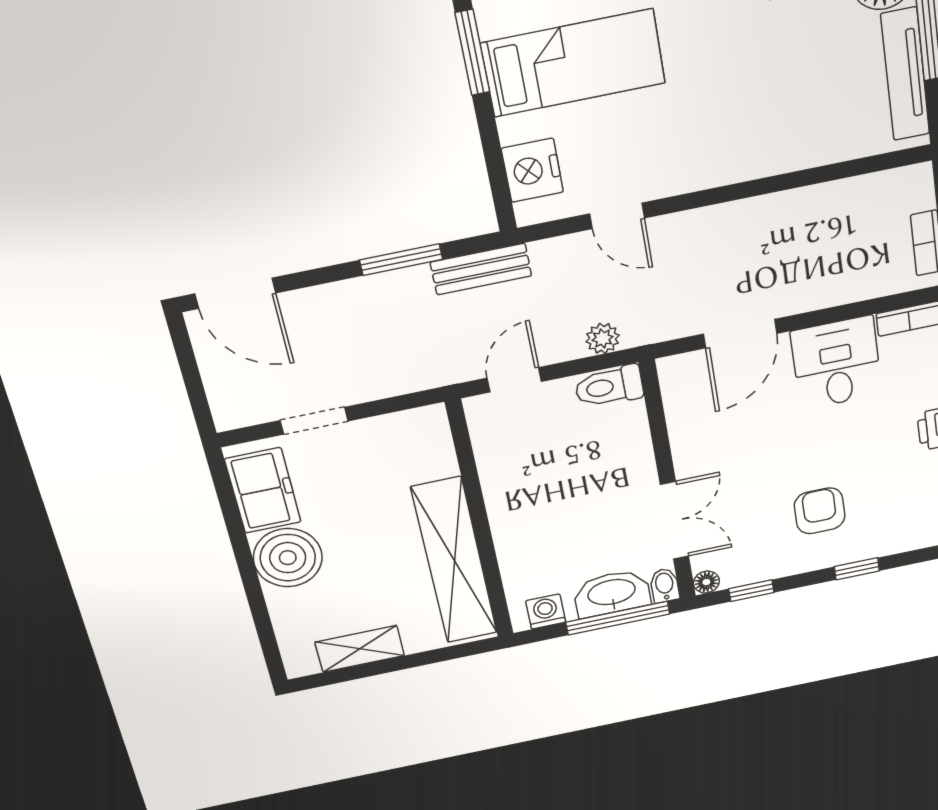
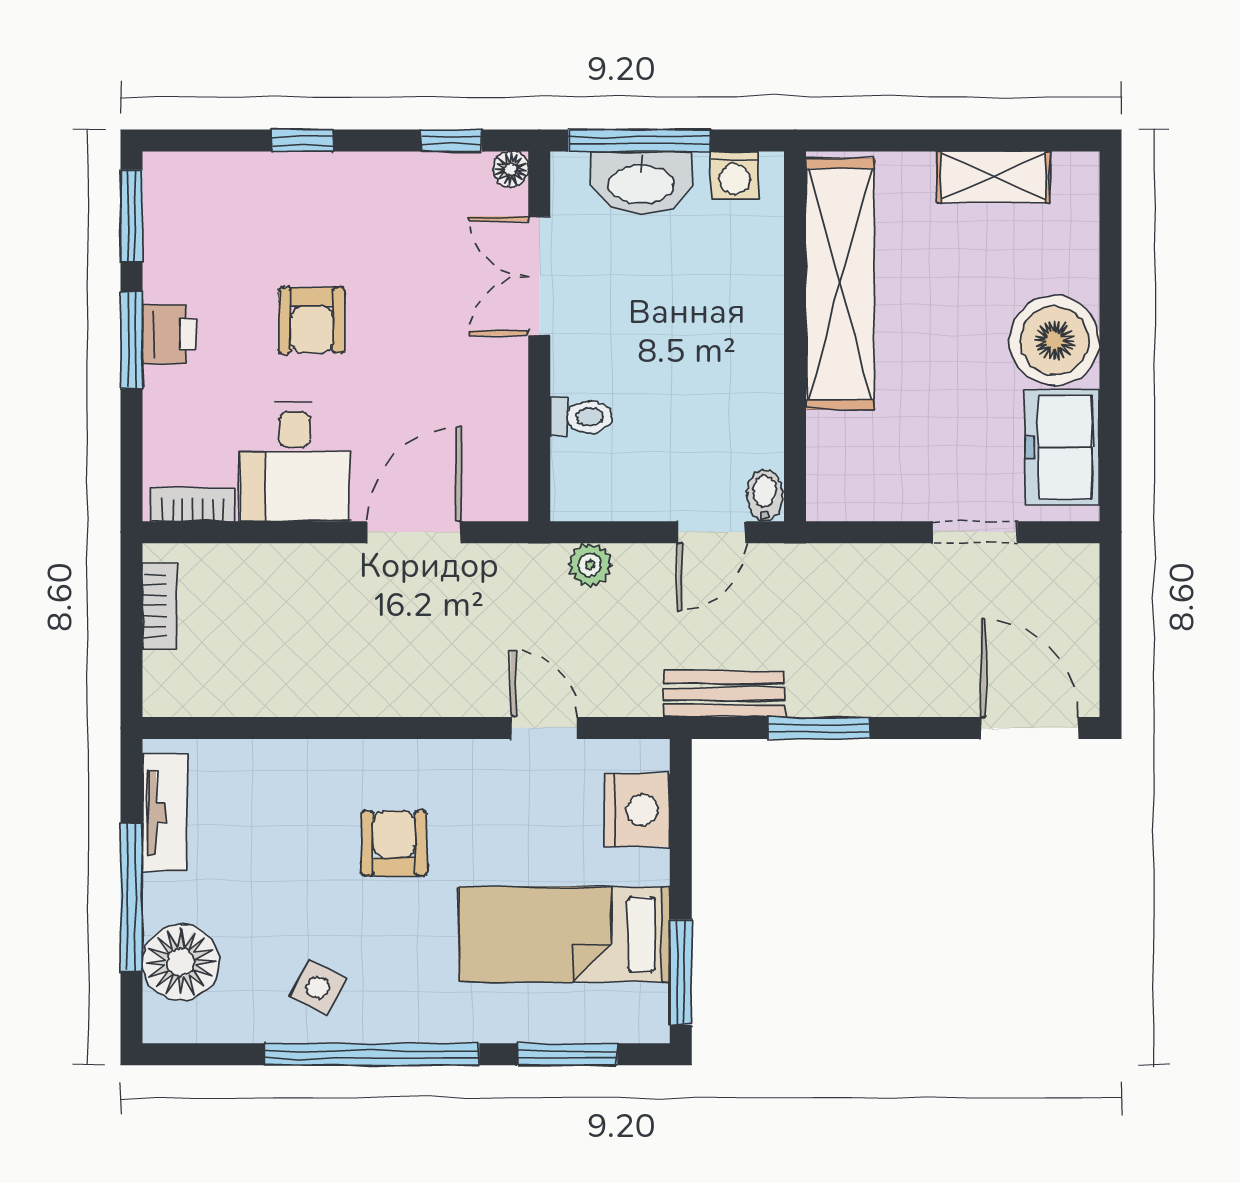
tv unit: (905, 74) -> (165, 812), width x0.71
armchair: (722, 106) -> (394, 843), added
toilet: (609, 386) -> (581, 417), moved, width x0.73, depth x0.72
armchair: (820, 511) -> (312, 320), moved
bidet: (665, 585) -> (765, 495), moved, turned 180

